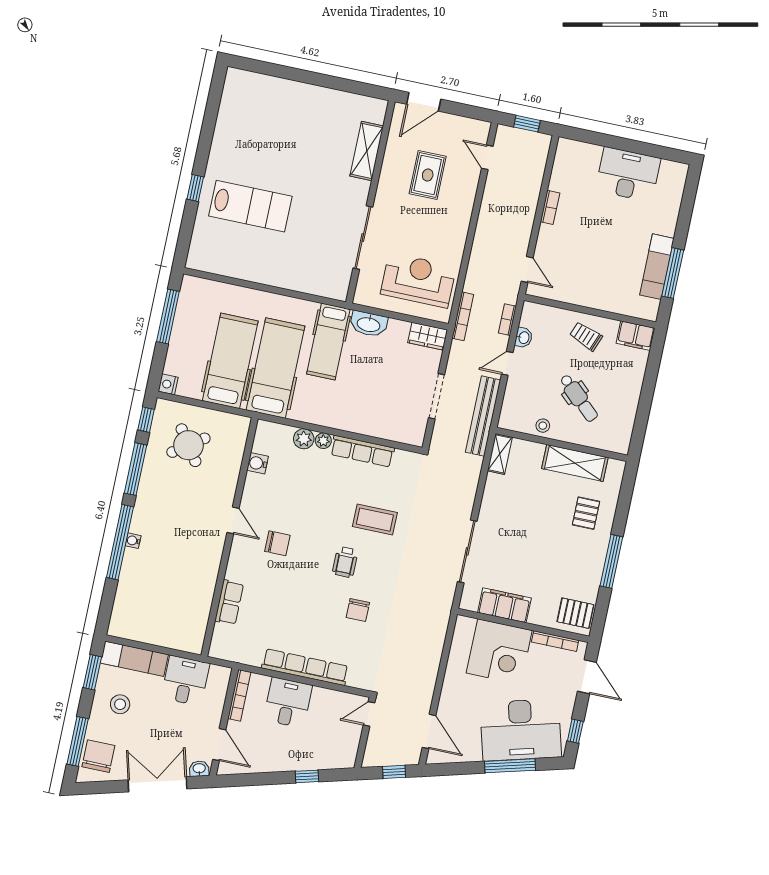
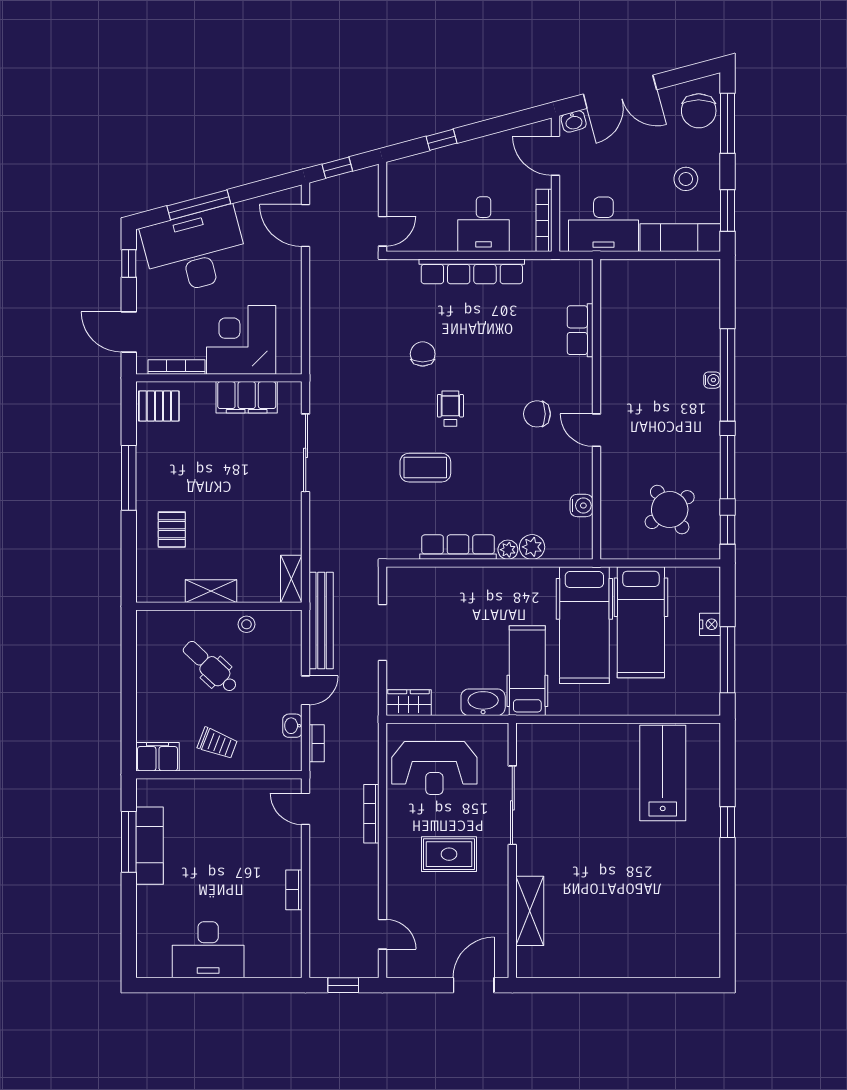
rug: (428, 175) -> (449, 854), moved, turned 90
lab bench: (250, 206) -> (663, 773), moved, turned 90
bookcase: (463, 316) -> (371, 814), moved
nightstand: (168, 384) -> (710, 624), moved
shelving: (575, 463) -> (211, 591), width x0.67, depth x0.75
desk: (185, 681) -> (603, 224), width x1.37

